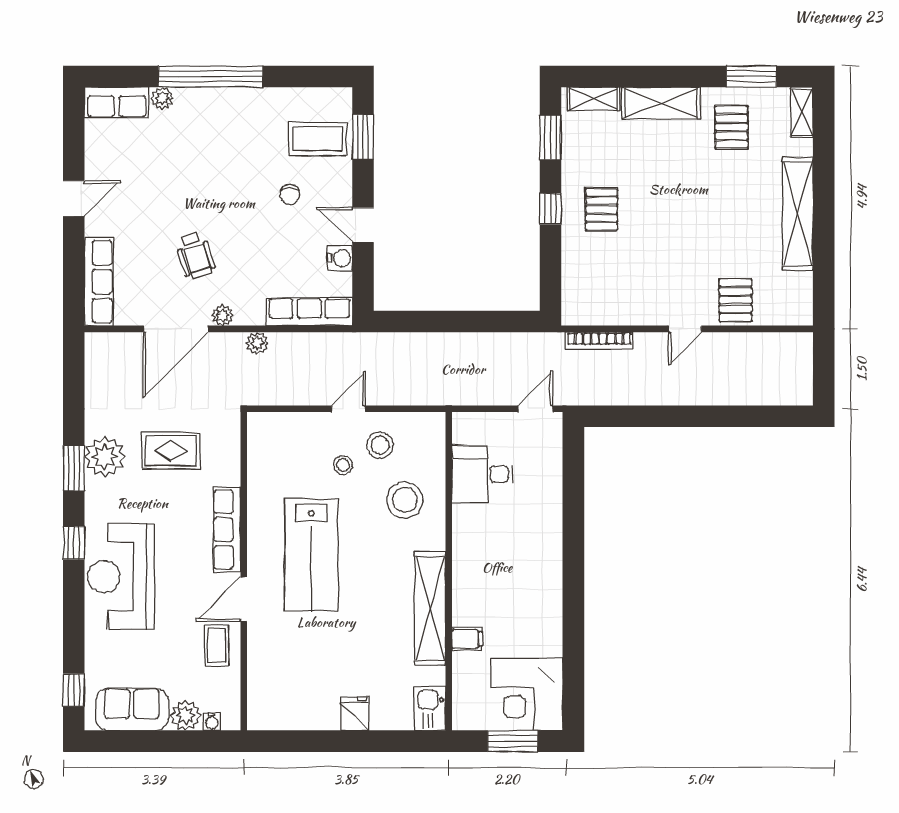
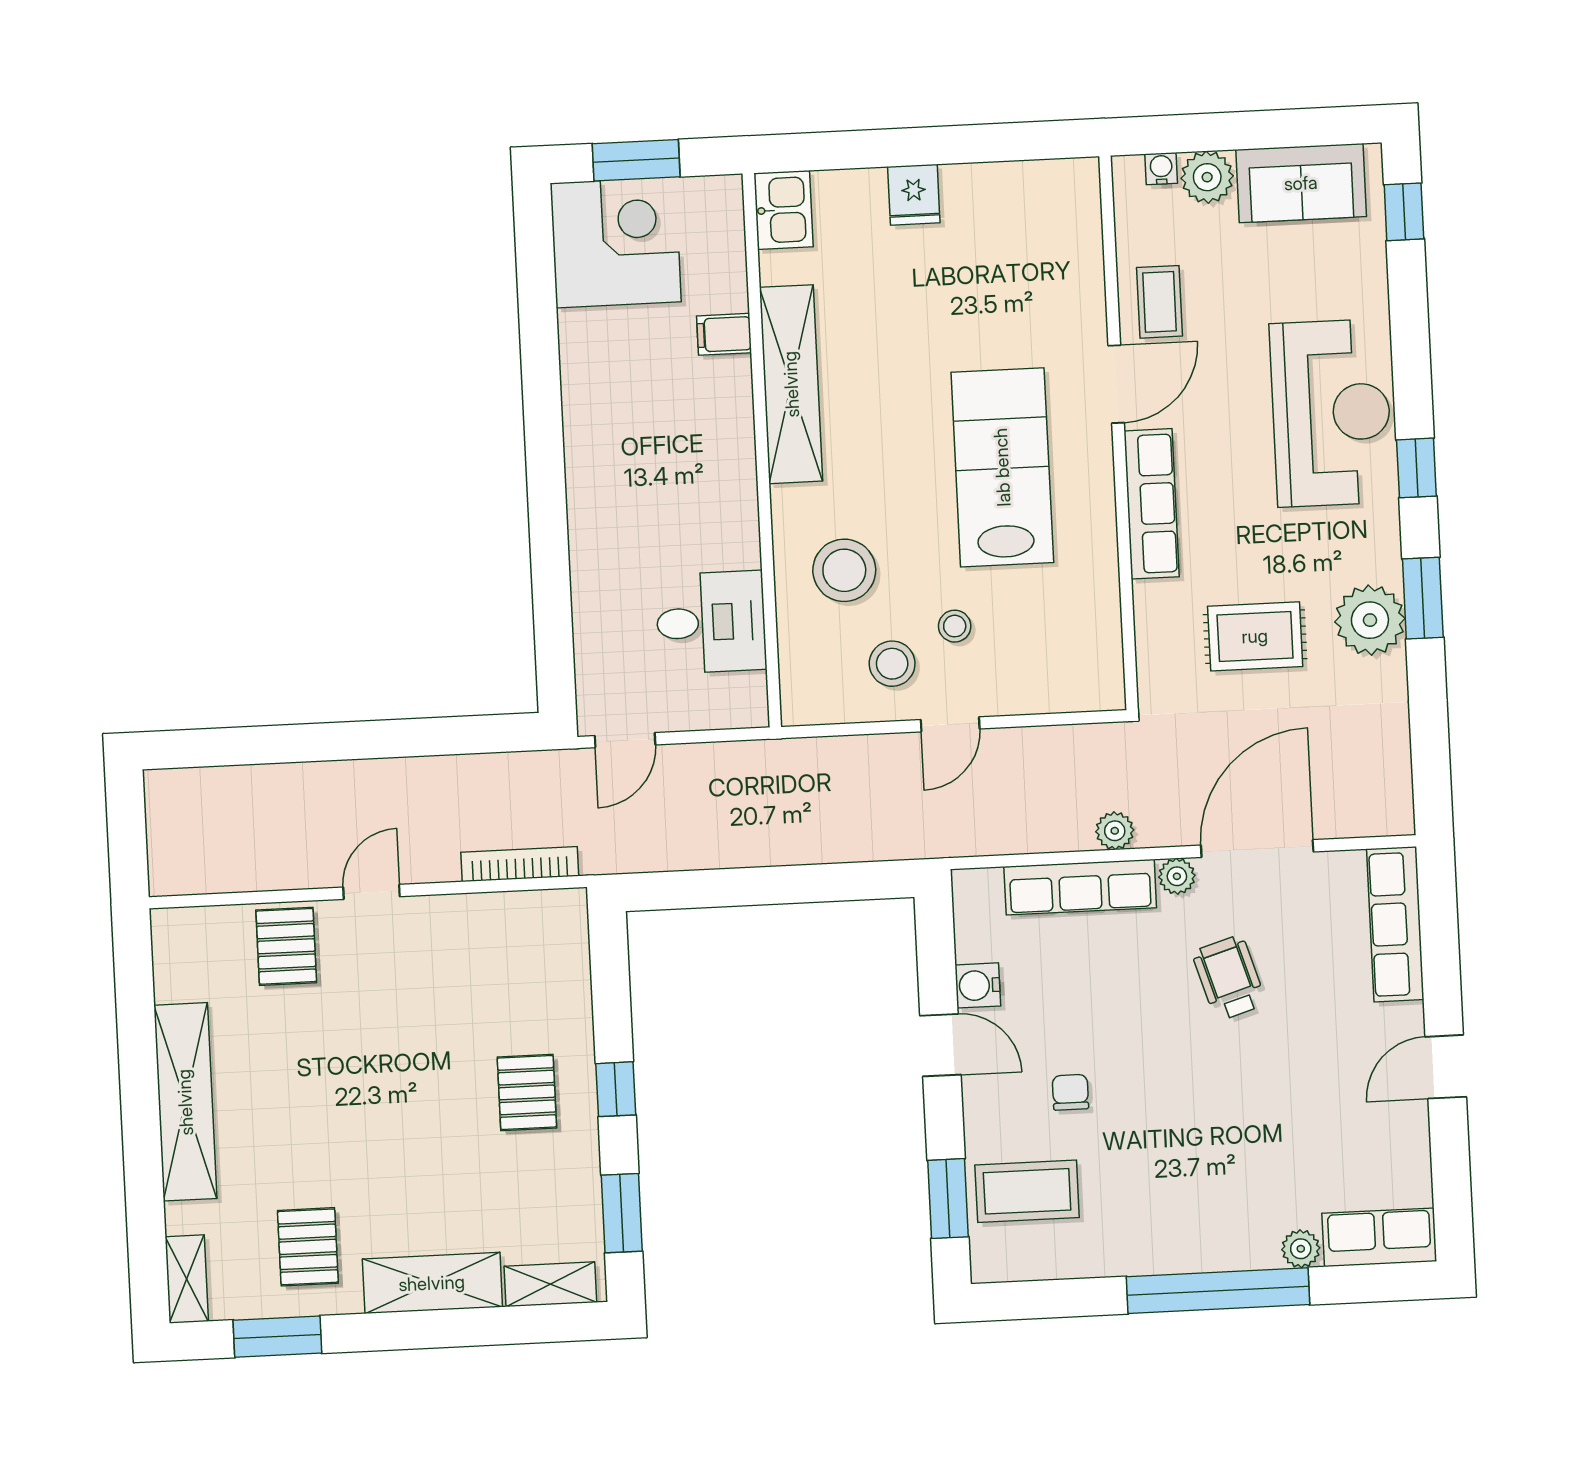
row of seats: (309, 312) -> (1080, 887), moved

